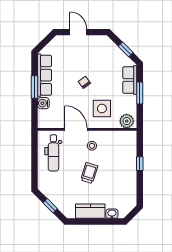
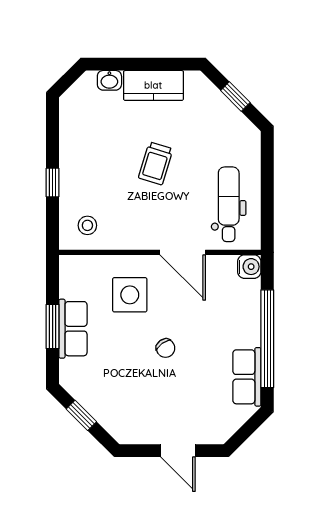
row of seats: (44, 75) -> (247, 377), width x0.68
row of seats: (130, 80) -> (73, 329), moved
window: (35, 87) -> (267, 339), width x2.11
water cooler: (43, 103) -> (249, 267), moved
plant: (127, 121) -> (79, 269), removed
stool: (92, 146) -> (87, 225), moved

